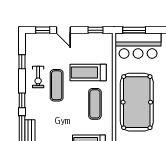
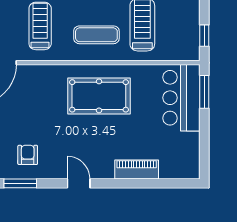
pool table: (137, 102) -> (99, 96), width x0.73, depth x0.76

